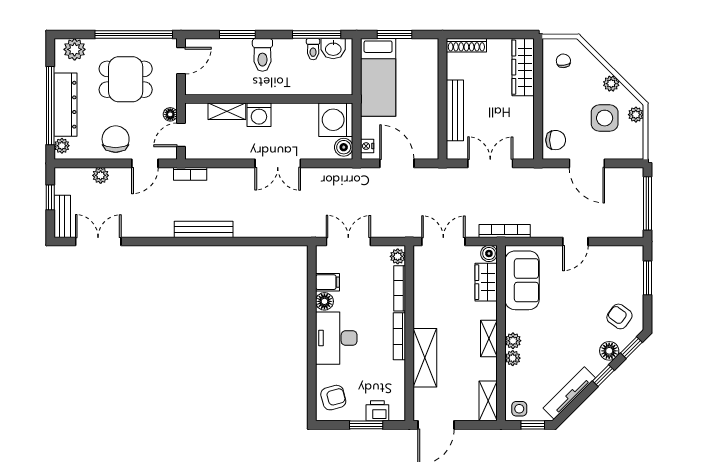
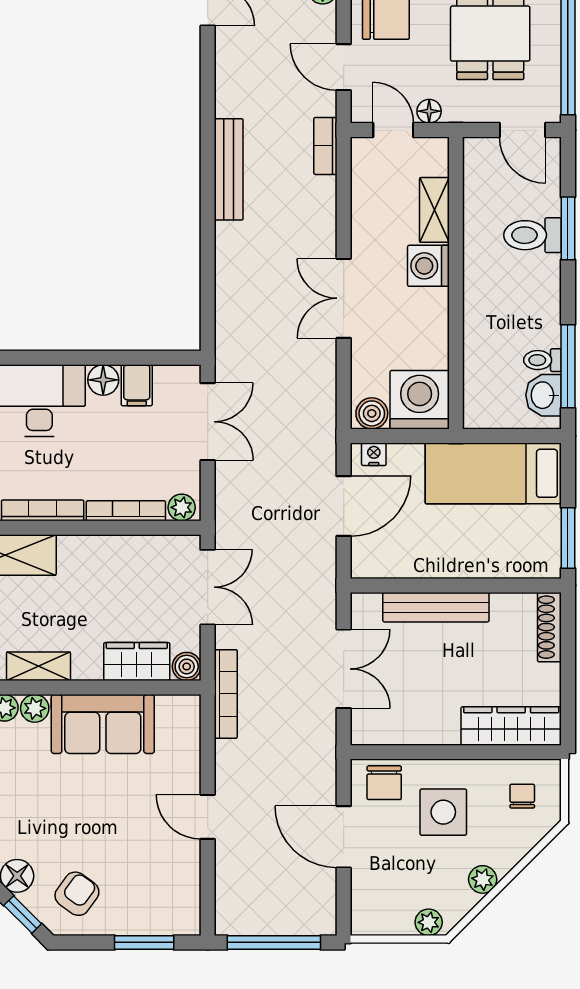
window: (395, 35) -> (568, 538), moved
toilet: (262, 55) -> (533, 235), moved
chair: (563, 61) -> (522, 796), turned -83
side table: (605, 118) -> (443, 812), moved
door: (587, 163) -> (344, 837), hinge flipped
sofa: (522, 280) -> (103, 724), moved

